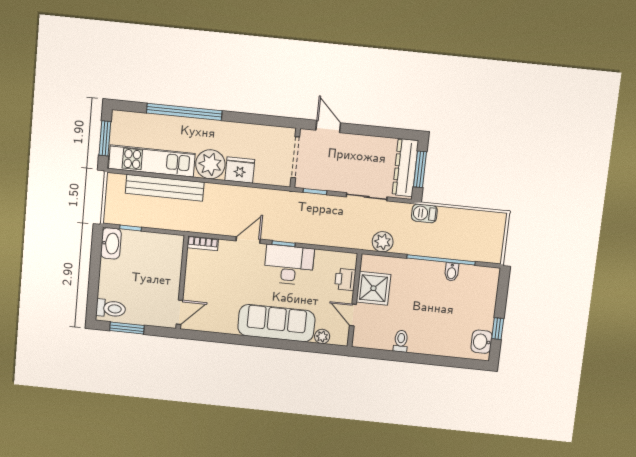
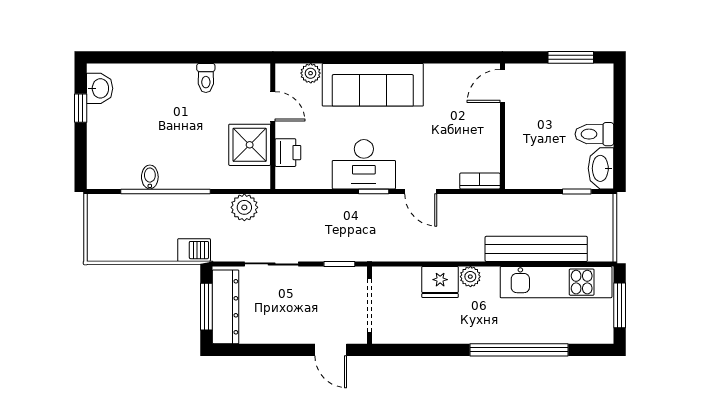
plant: (210, 164) -> (470, 277), width x0.53, depth x0.53
door: (248, 240) -> (421, 191), hinge flipped
toilet: (111, 309) -> (594, 134), moved

